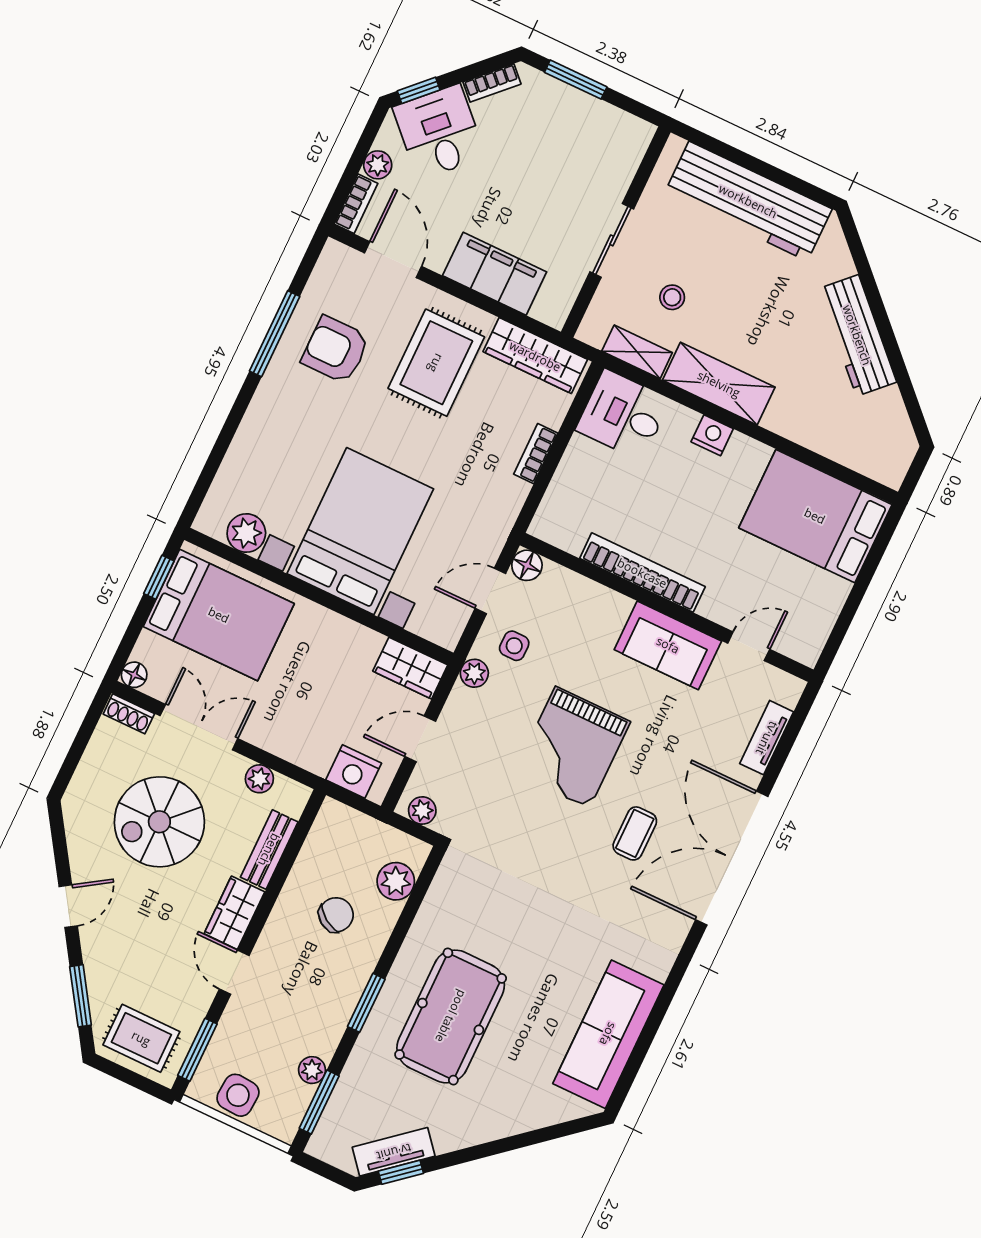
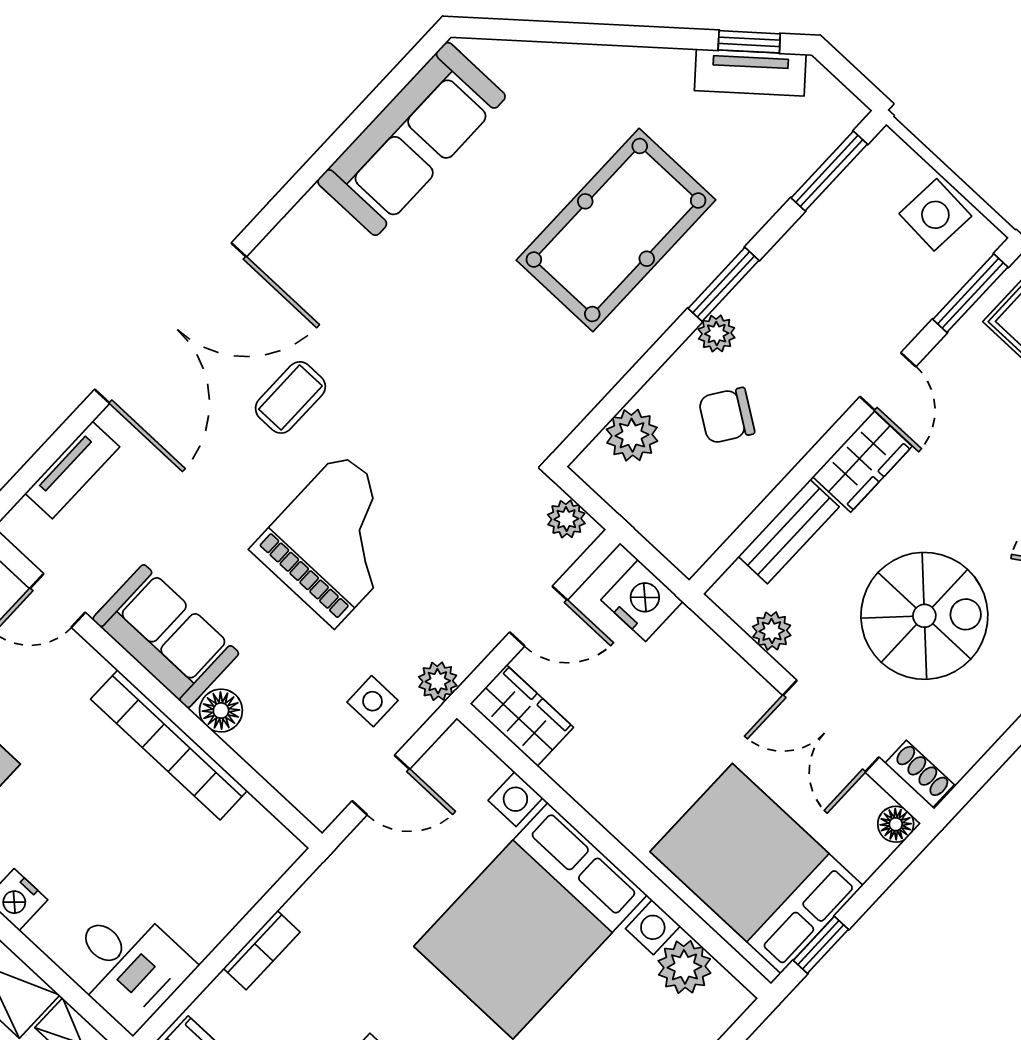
floor lamp: (527, 565) -> (221, 711), moved
plant: (312, 1070) -> (717, 333), moved

